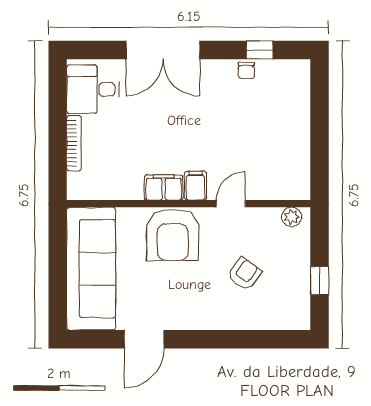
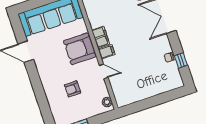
armchair: (244, 274) -> (73, 89), turned 144

